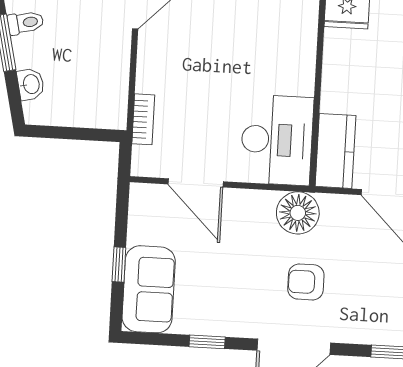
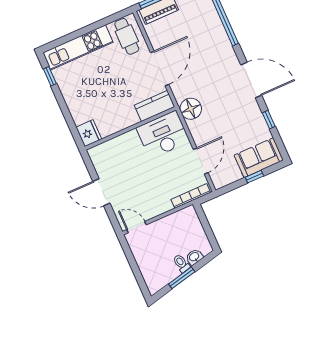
toilet: (26, 23) -> (181, 263), moved
bookcase: (143, 119) -> (191, 196), width x1.56
armchair: (306, 282) -> (220, 89), removed

